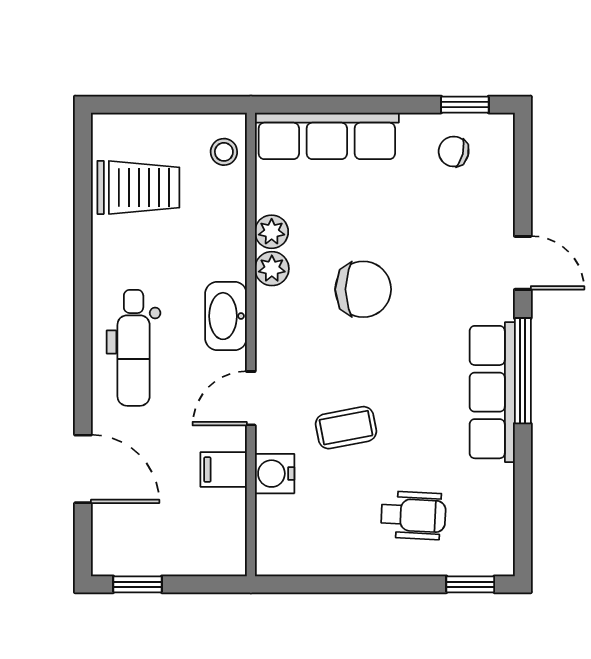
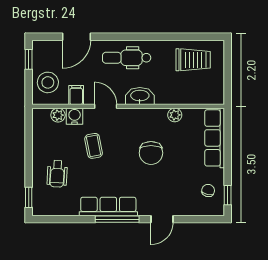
stool: (224, 152) -> (48, 82), moved, width x1.89, depth x1.89
trolley: (138, 187) -> (193, 60), turned -90
plant: (272, 269) -> (58, 115), moved

